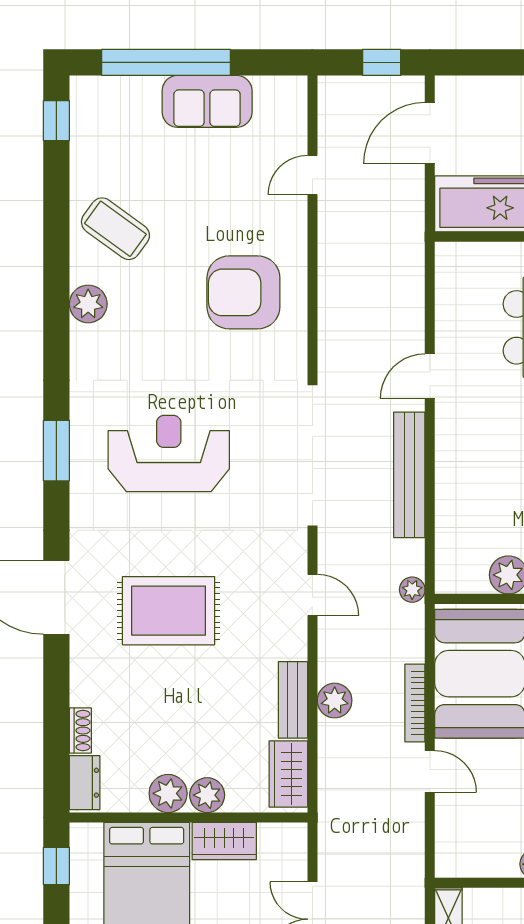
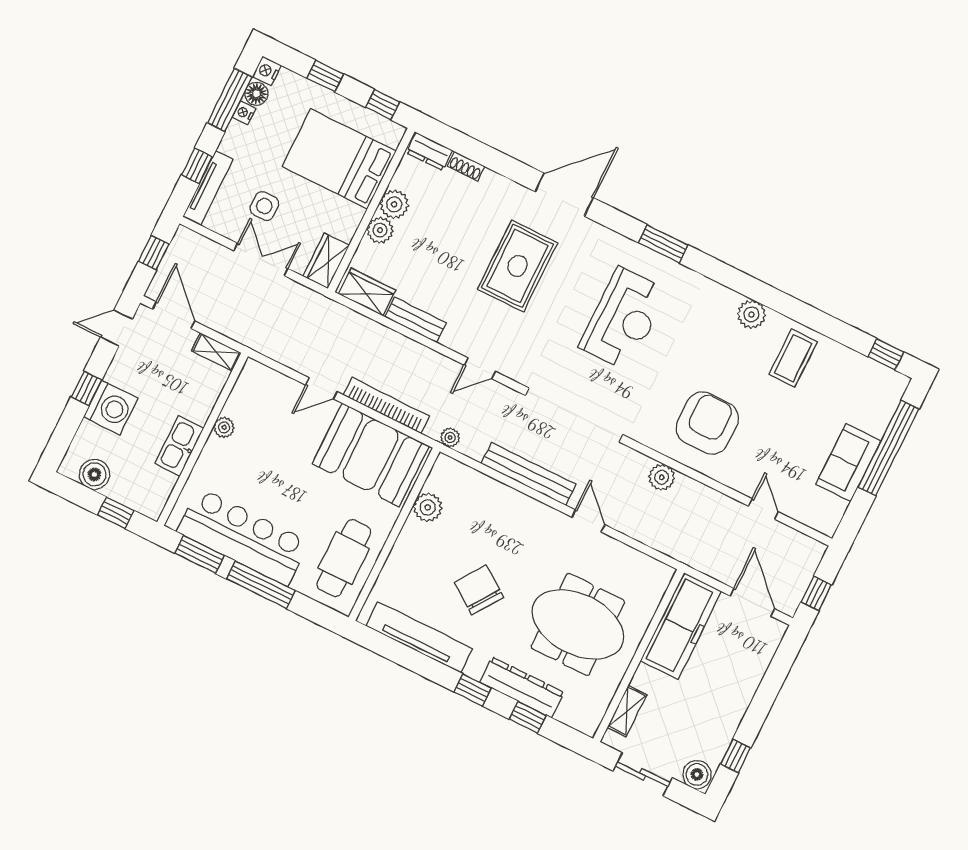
coffee table: (115, 229) -> (793, 358), turned -36
plant: (335, 701) -> (662, 477), moved
bookcase: (415, 703) -> (386, 405), width x1.48, depth x1.31
wardrobe: (224, 841) -> (326, 261), moved

